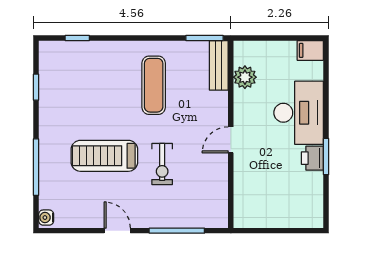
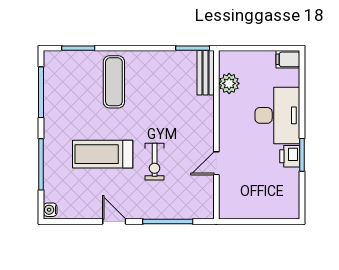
window: (77, 38) -> (78, 48), width x1.50
exercise mat: (154, 85) -> (114, 82), moved
window: (36, 87) -> (41, 92), width x2.17
door: (231, 140) -> (216, 163), moved

